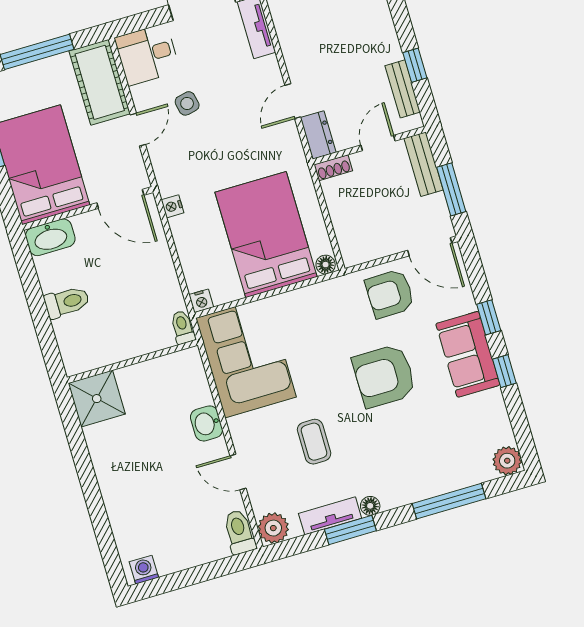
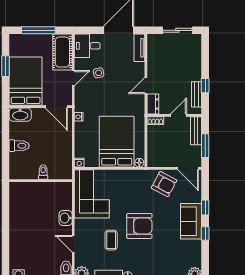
armchair: (390, 294) -> (164, 184), turned -151
toilet: (183, 327) -> (43, 172), moved
armchair: (384, 376) -> (139, 226), moved, turned 180
shower: (97, 399) -> (20, 193), removed

